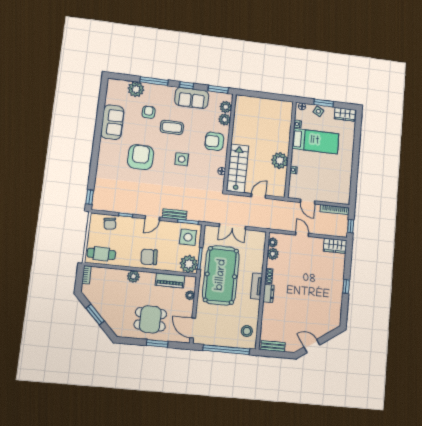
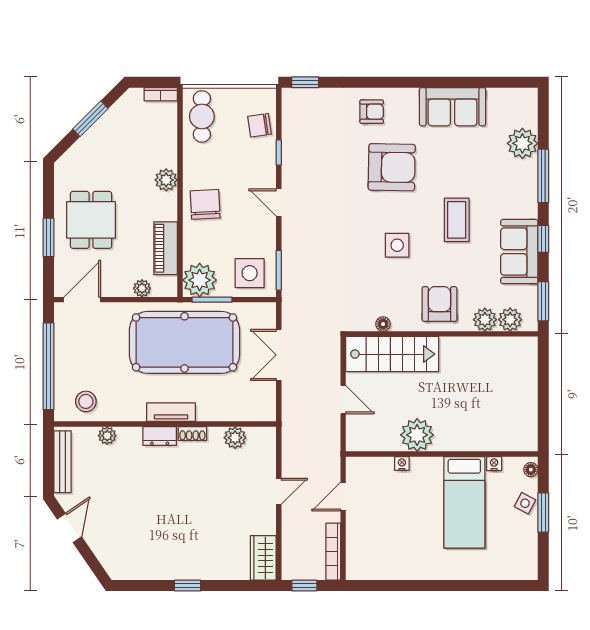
armchair: (149, 112) -> (372, 112), moved
wardrobe: (345, 114) -> (526, 557), removed
bench: (174, 214) -> (290, 243), removed
plant: (273, 242) -> (107, 436), moved
bench: (273, 346) -> (63, 462), width x1.36

